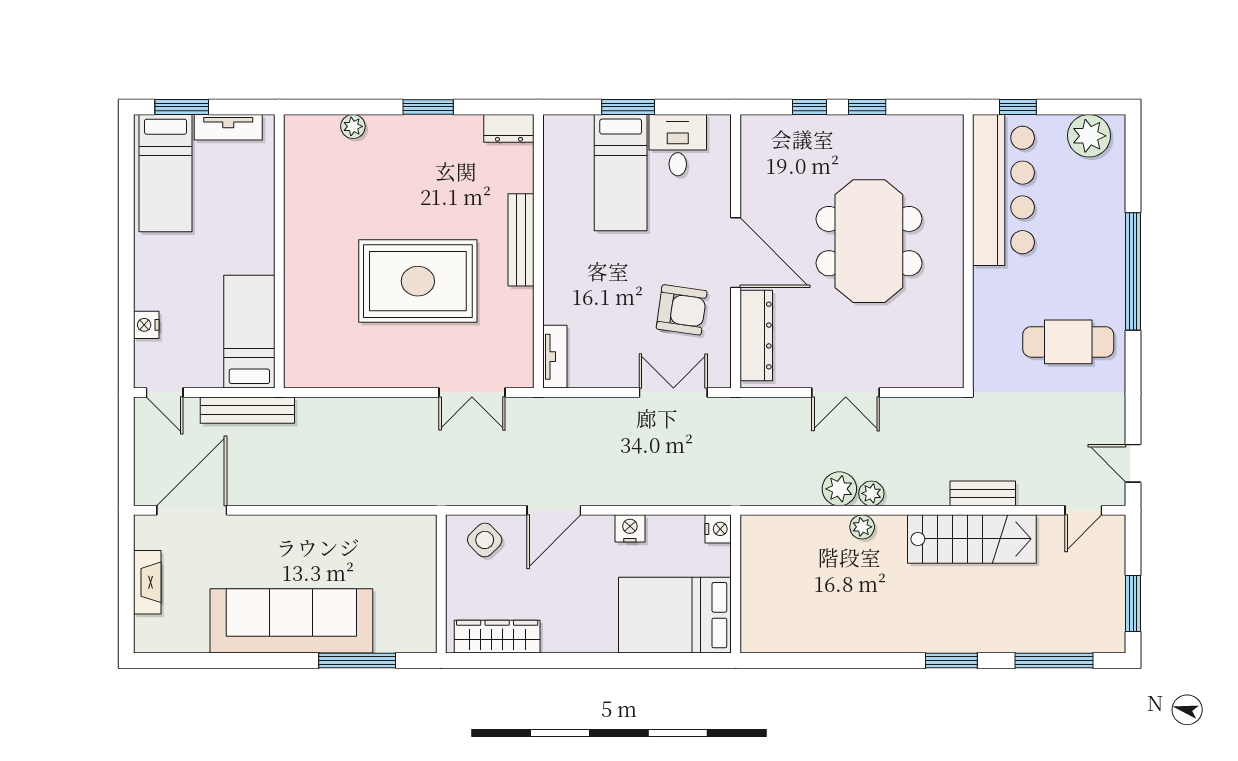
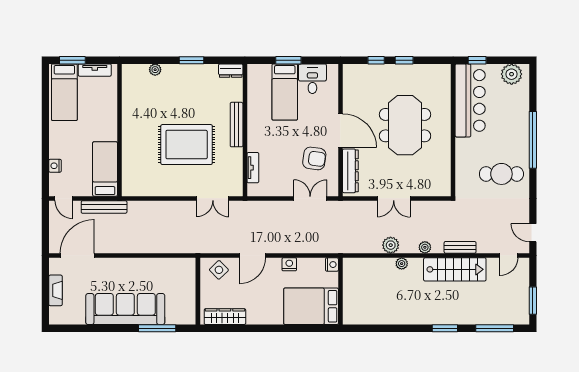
tv unit: (555, 357) -> (253, 168), moved
plant: (871, 493) -> (425, 247), moved

